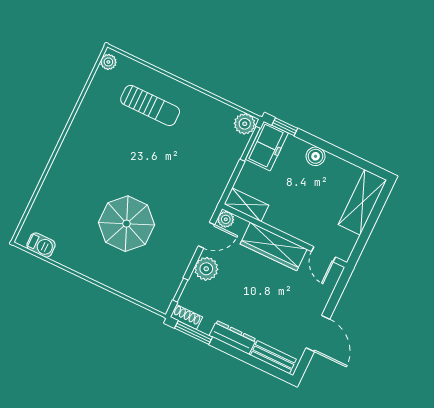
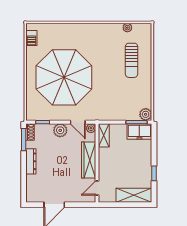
plant: (108, 62) -> (127, 28), moved
window: (285, 127) -> (154, 173), moved
boiler: (316, 156) -> (146, 159), removed
parasol: (126, 224) -> (64, 77), width x1.86, depth x1.86
bench: (273, 357) -> (31, 187), removed

